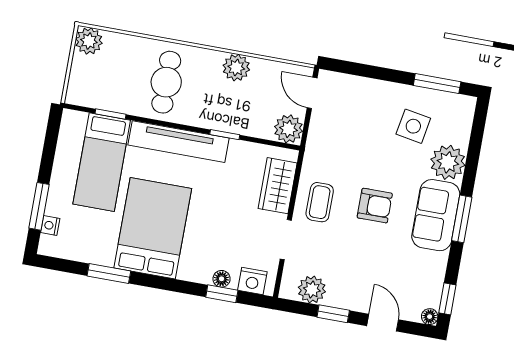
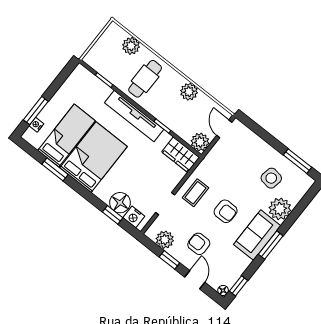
plant: (89, 41) -> (131, 46), moved
bed: (102, 162) -> (66, 136), moved, turned 180
wardrobe: (278, 186) -> (181, 155), moved, turned -90
armchair: (362, 270) -> (199, 244), added
floor lamp: (222, 279) -> (120, 203), width x1.89, depth x1.89

